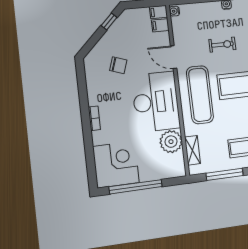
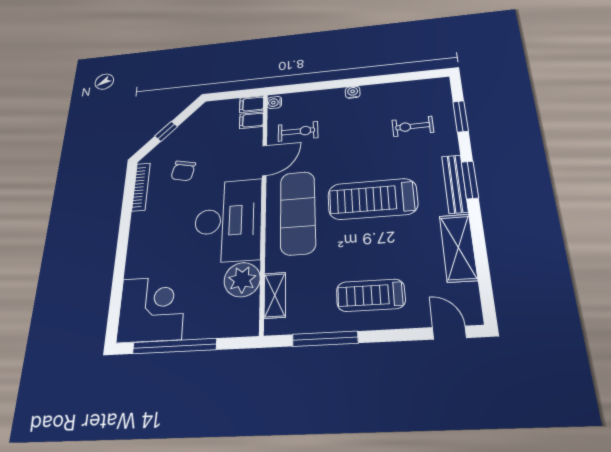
window: (109, 22) -> (166, 131), moved
exercise bike: (222, 45) -> (298, 131), moved
door: (174, 57) -> (264, 160), swing flipped
chair: (118, 65) -> (183, 171), turned 83
bookcase: (94, 118) -> (141, 187), moved, width x1.56

